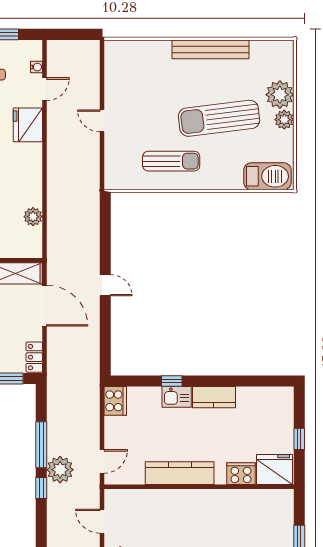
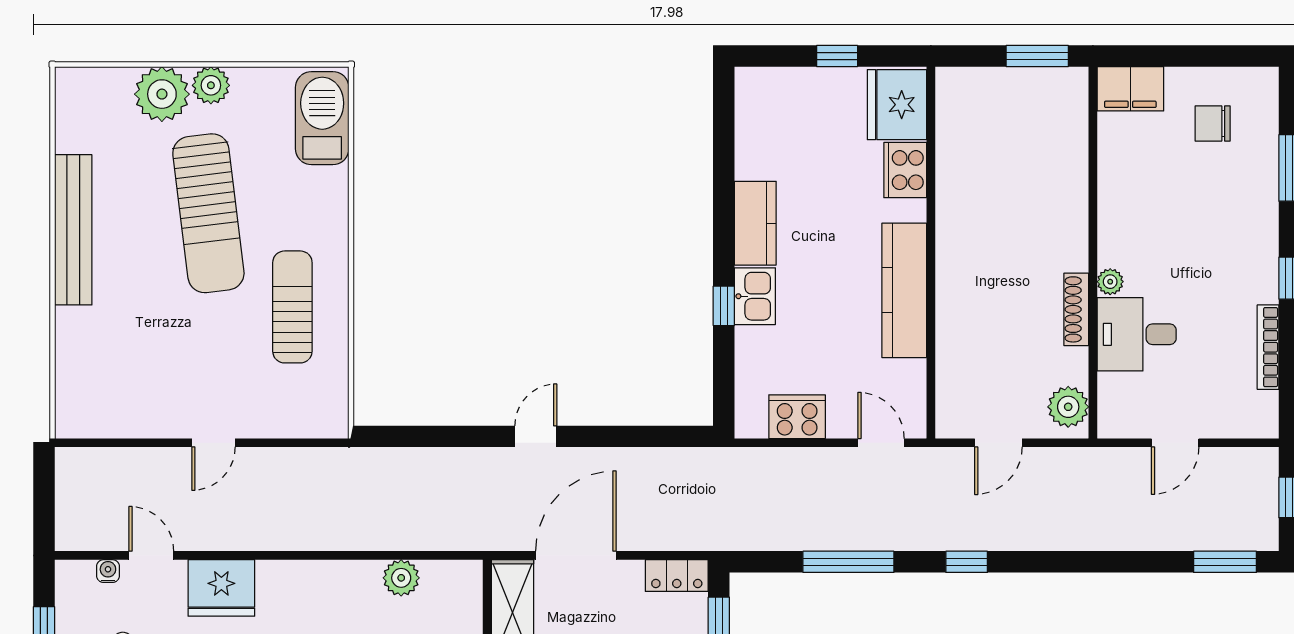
cooker: (115, 401) -> (797, 417), moved
plant: (60, 470) -> (897, 525), removed
window: (41, 488) -> (967, 562), moved

